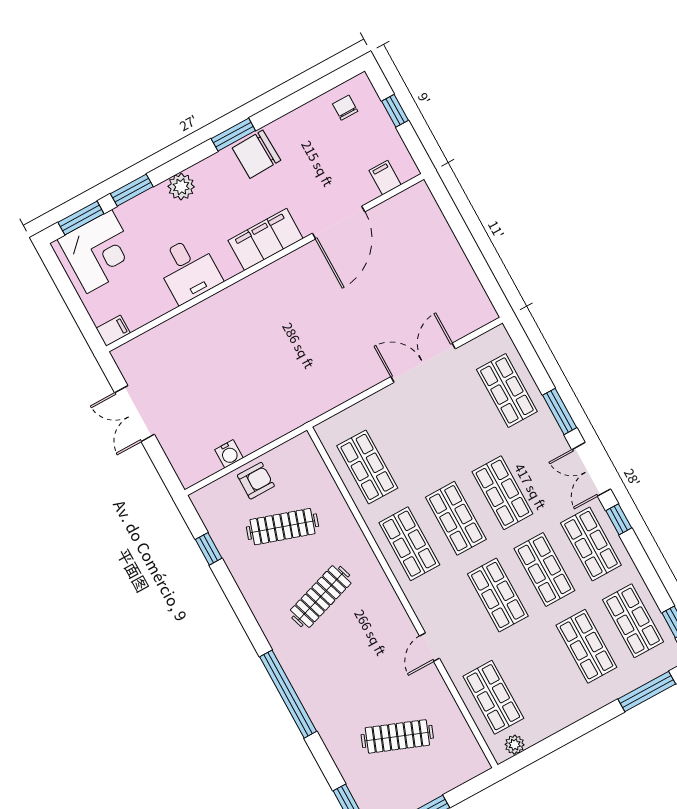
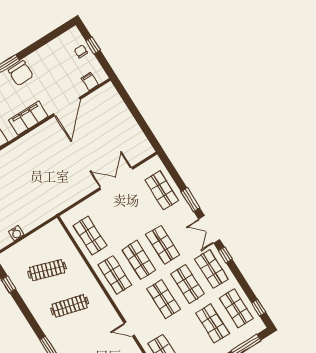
chair: (345, 108) -> (81, 51), moved
chair: (256, 154) -> (21, 73), turned -88
armchair: (256, 481) -> (31, 247), removed
clothes rail: (321, 597) -> (70, 306), turned 33
door: (430, 647) -> (129, 329), hinge flipped

